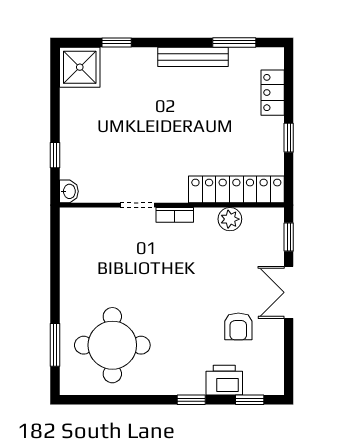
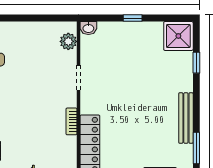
window: (55, 155) -> (133, 18), moved
bookcase: (175, 215) -> (71, 121), moved
plant: (230, 219) -> (68, 41), moved

